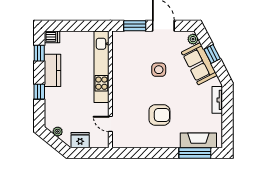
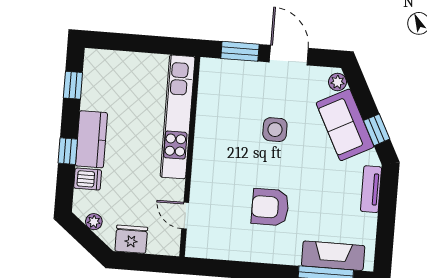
dishwasher: (52, 37) -> (88, 179), moved
window: (212, 54) -> (377, 130), moved
kitchen counter: (52, 70) -> (91, 139), moved
armchair: (159, 115) -> (270, 207), turned 180

